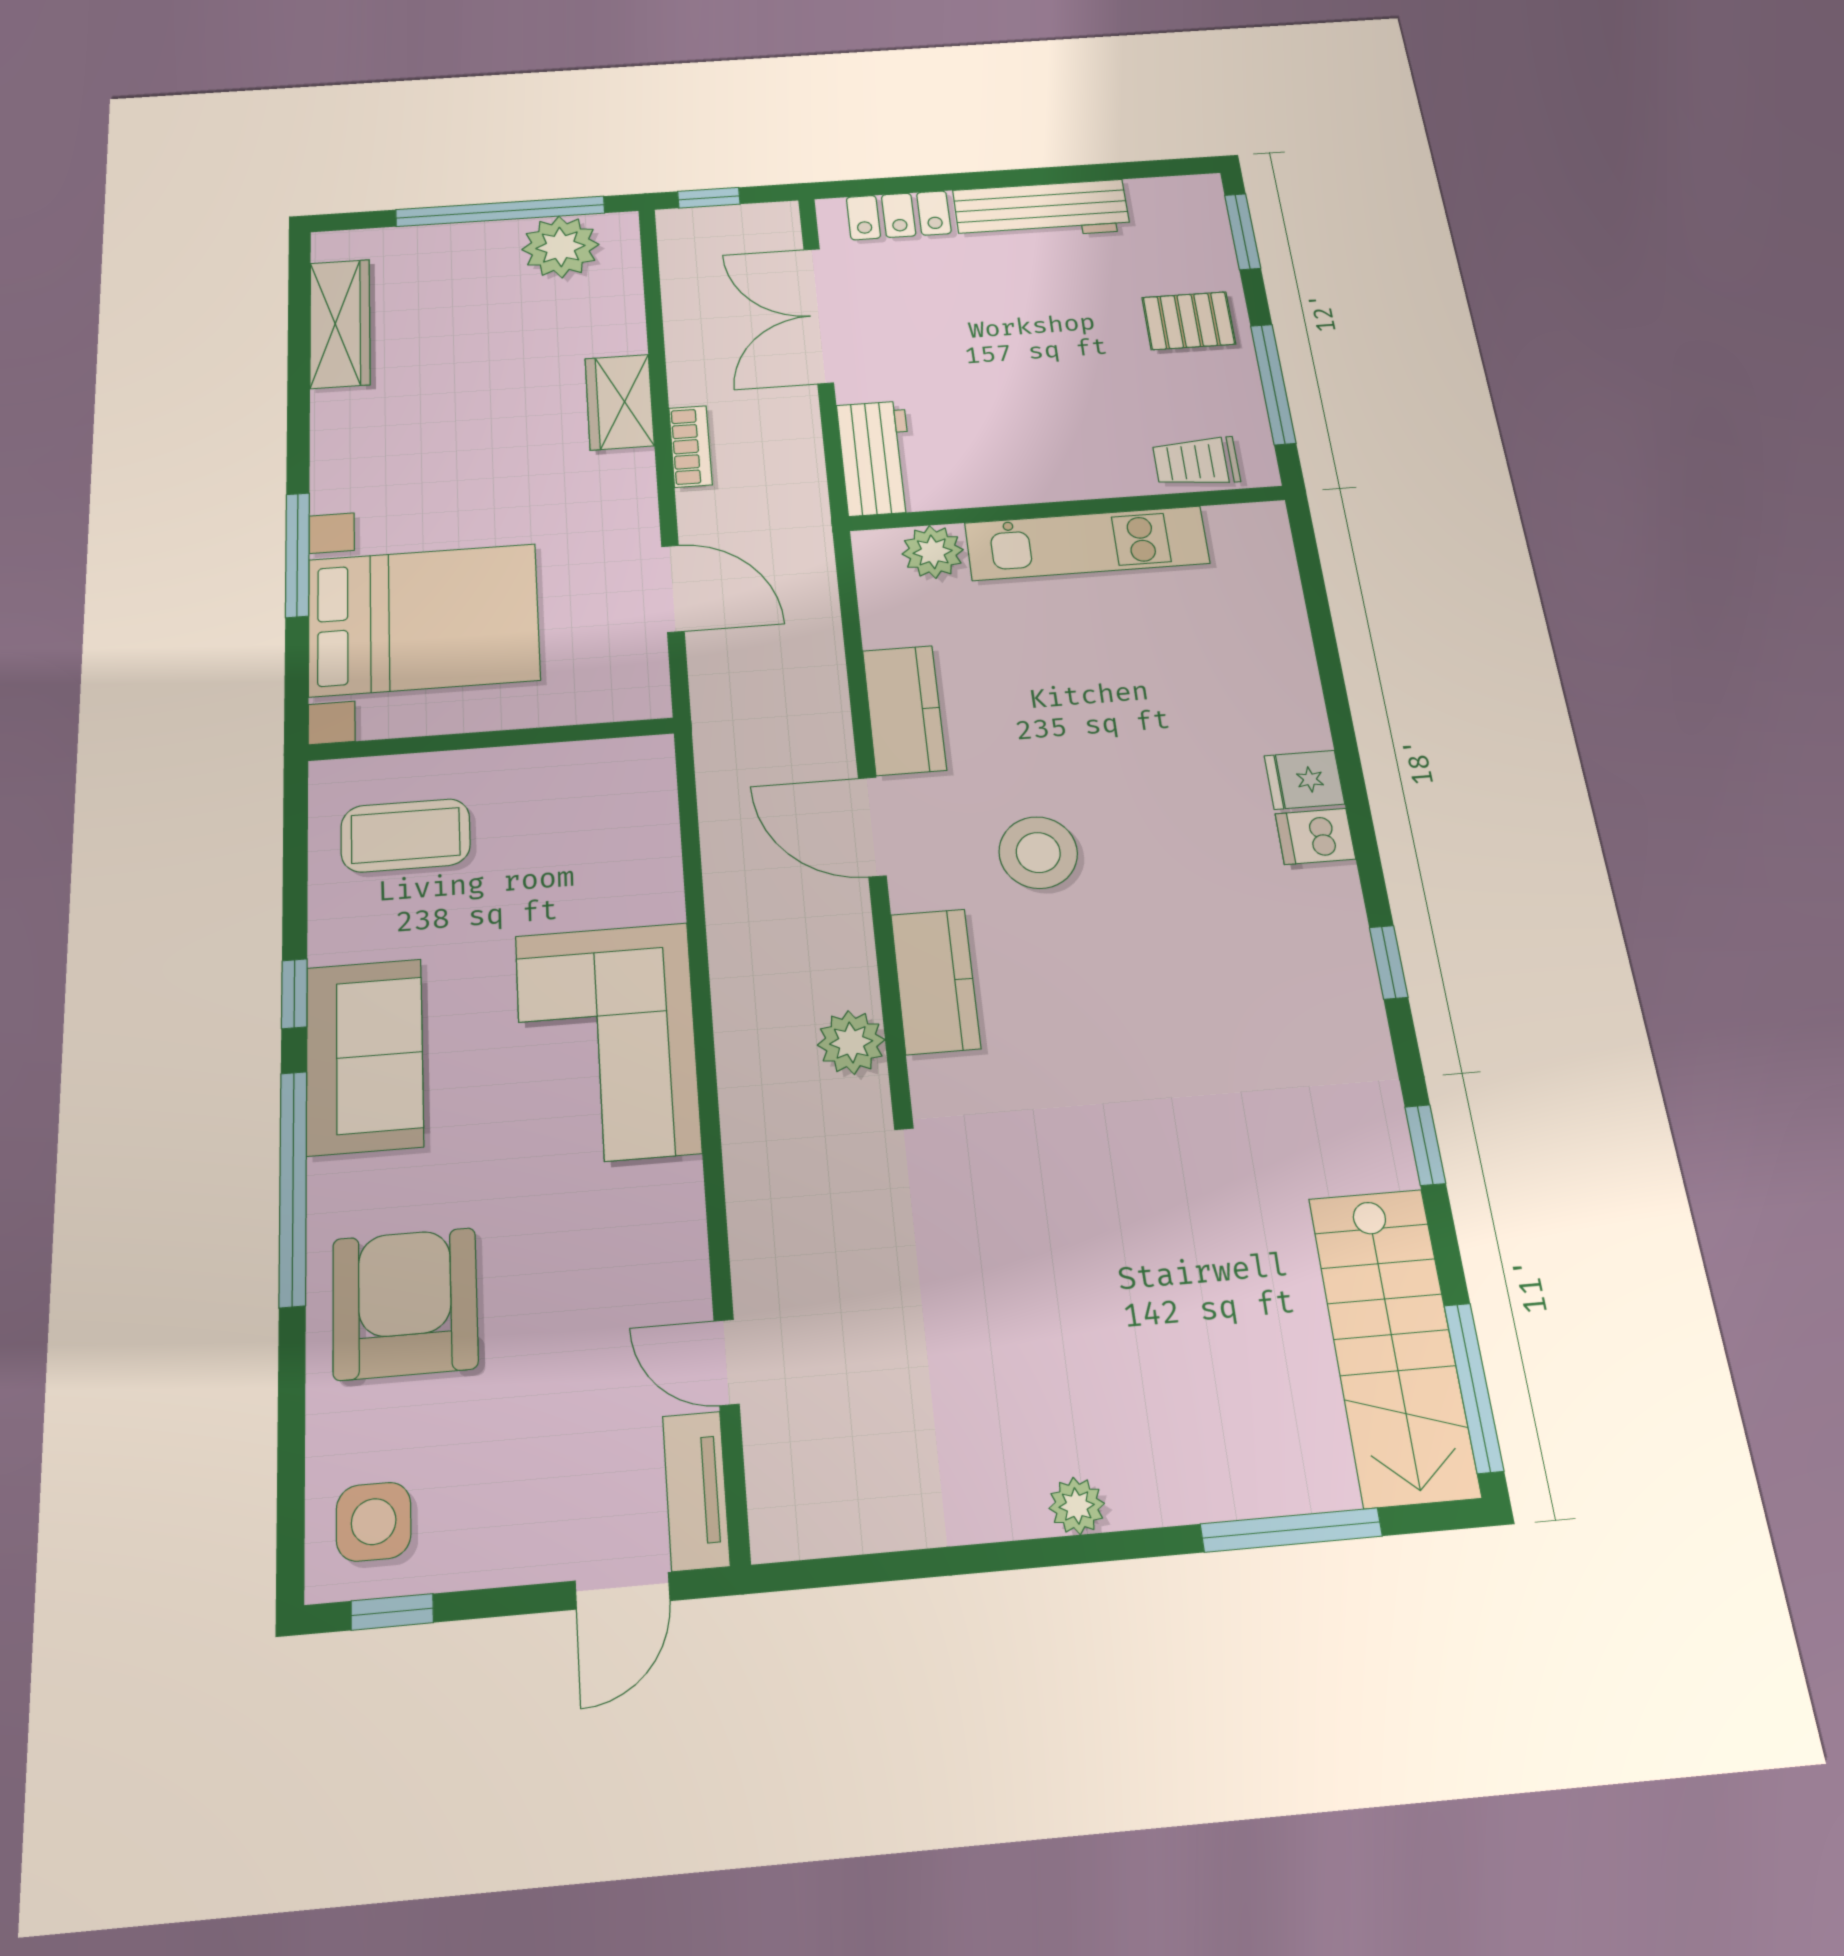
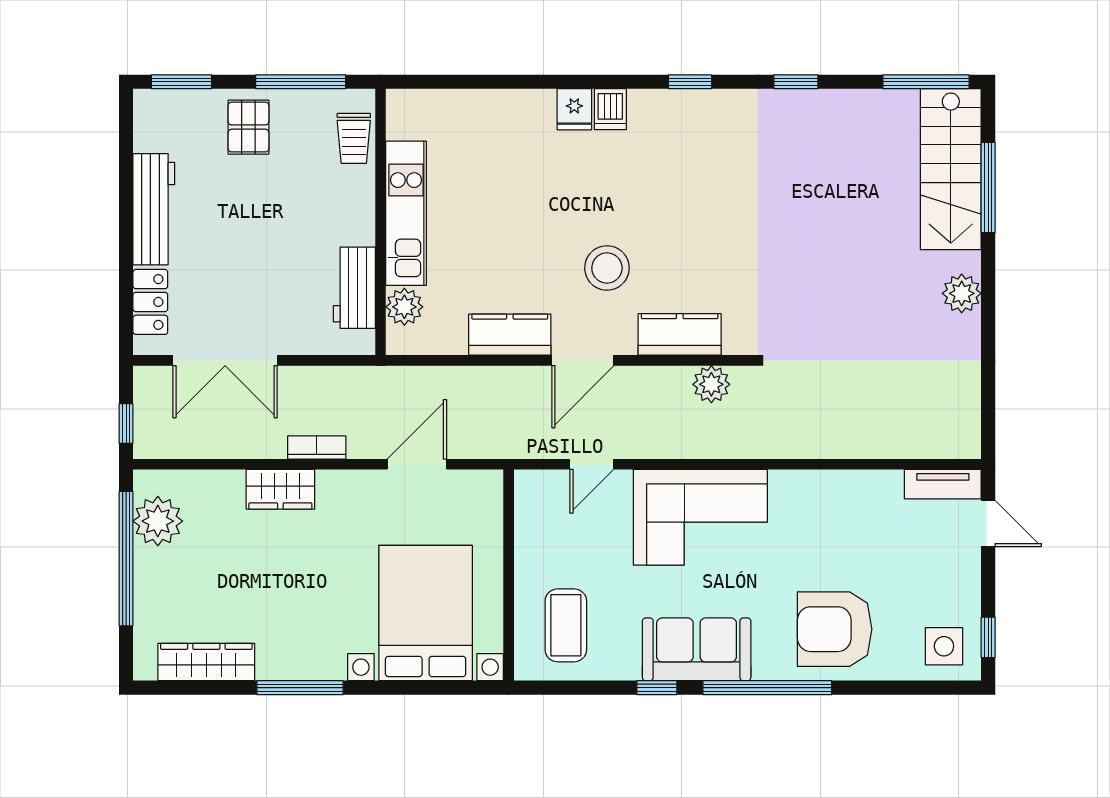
workbench: (876, 458) -> (354, 288), moved, turned -90
window: (297, 555) -> (300, 688), moved
stairs: (1393, 1345) -> (951, 169), moved, turned 90
door: (727, 1362) -> (592, 464), moved
plant: (1077, 1506) -> (962, 293), width x1.38, depth x1.38

